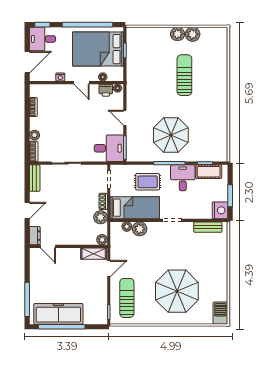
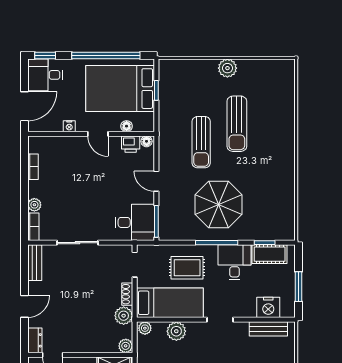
plant: (193, 34) -> (248, 68), removed
sun lounger: (184, 75) -> (237, 124), turned 180
sun lounger: (158, 89) -> (201, 142), added
nightstand: (220, 210) -> (268, 307), moved, turned 90
plant: (127, 227) -> (145, 328), moved

